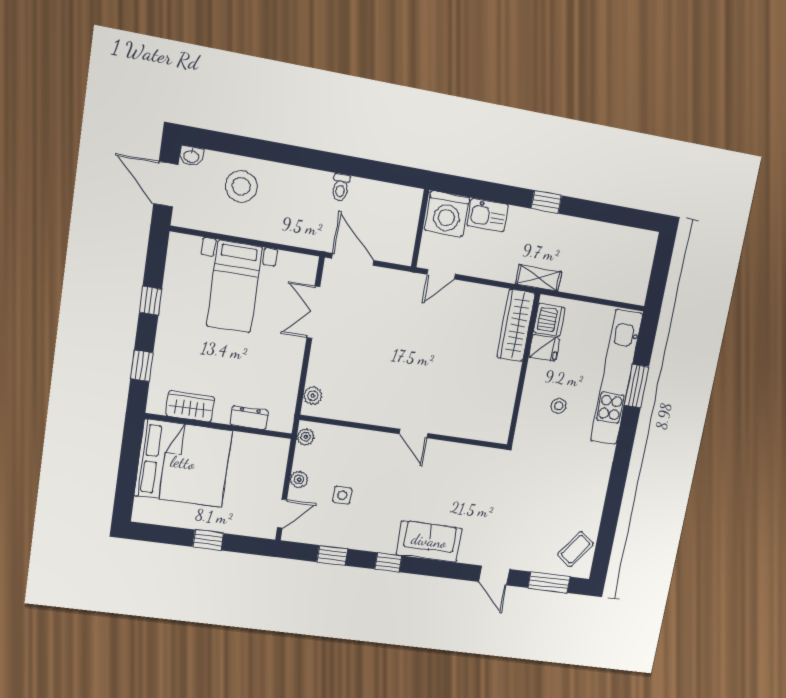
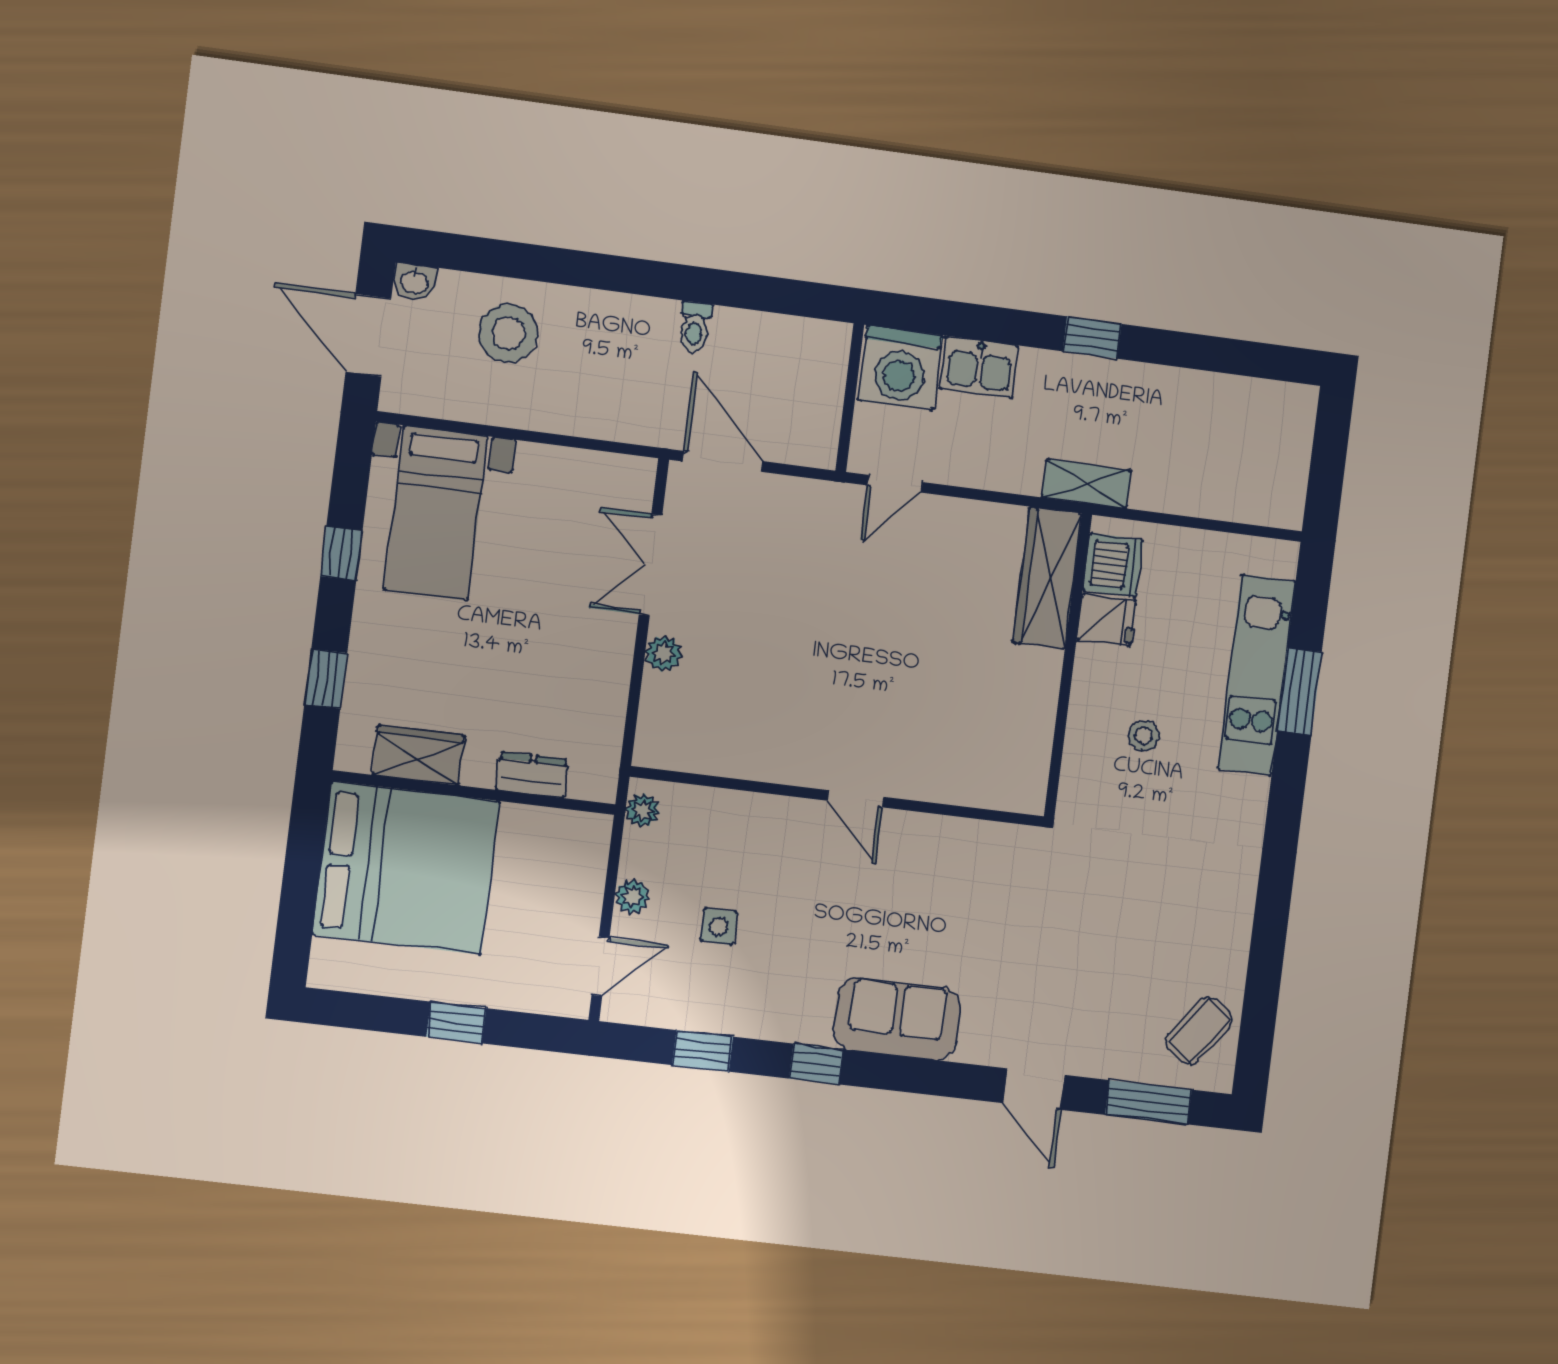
bed with nightstands: (234, 287) -> (436, 513), moved
kitchen unit: (616, 377) -> (1257, 675), width x0.73
plant: (313, 396) -> (663, 654), moved

